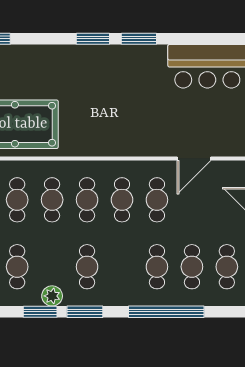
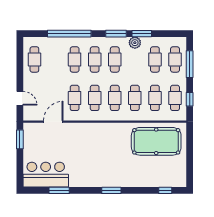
window: (139, 39) -> (59, 190), moved
cafe table: (192, 267) -> (95, 59), moved

